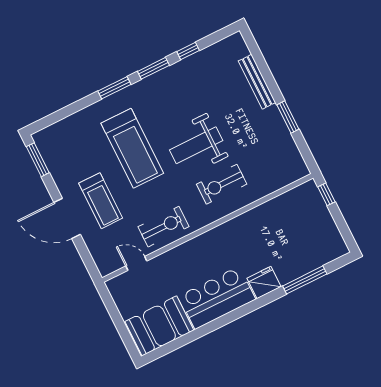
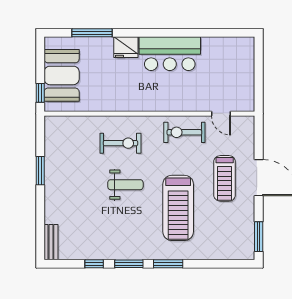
bench: (257, 82) -> (51, 242), moved, width x0.73
weight bench: (196, 145) -> (125, 185), width x0.73, depth x0.75
treadmill: (132, 148) -> (178, 208), turned 180
treadmill: (101, 201) -> (225, 178), turned 180
booth: (159, 326) -> (62, 75), moved, turned 90

